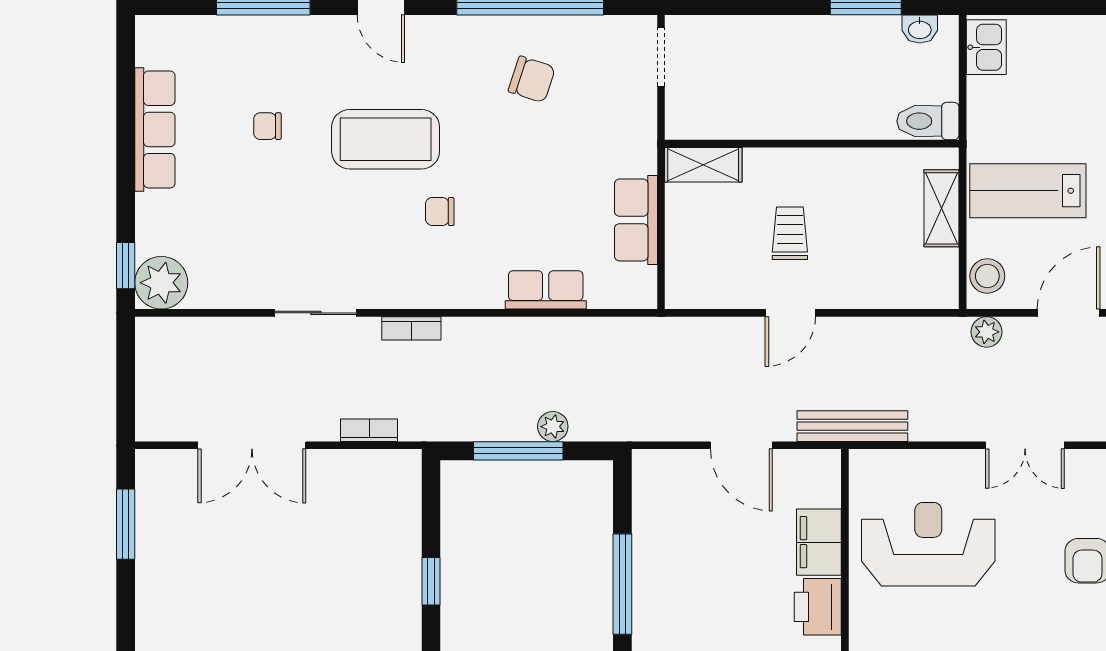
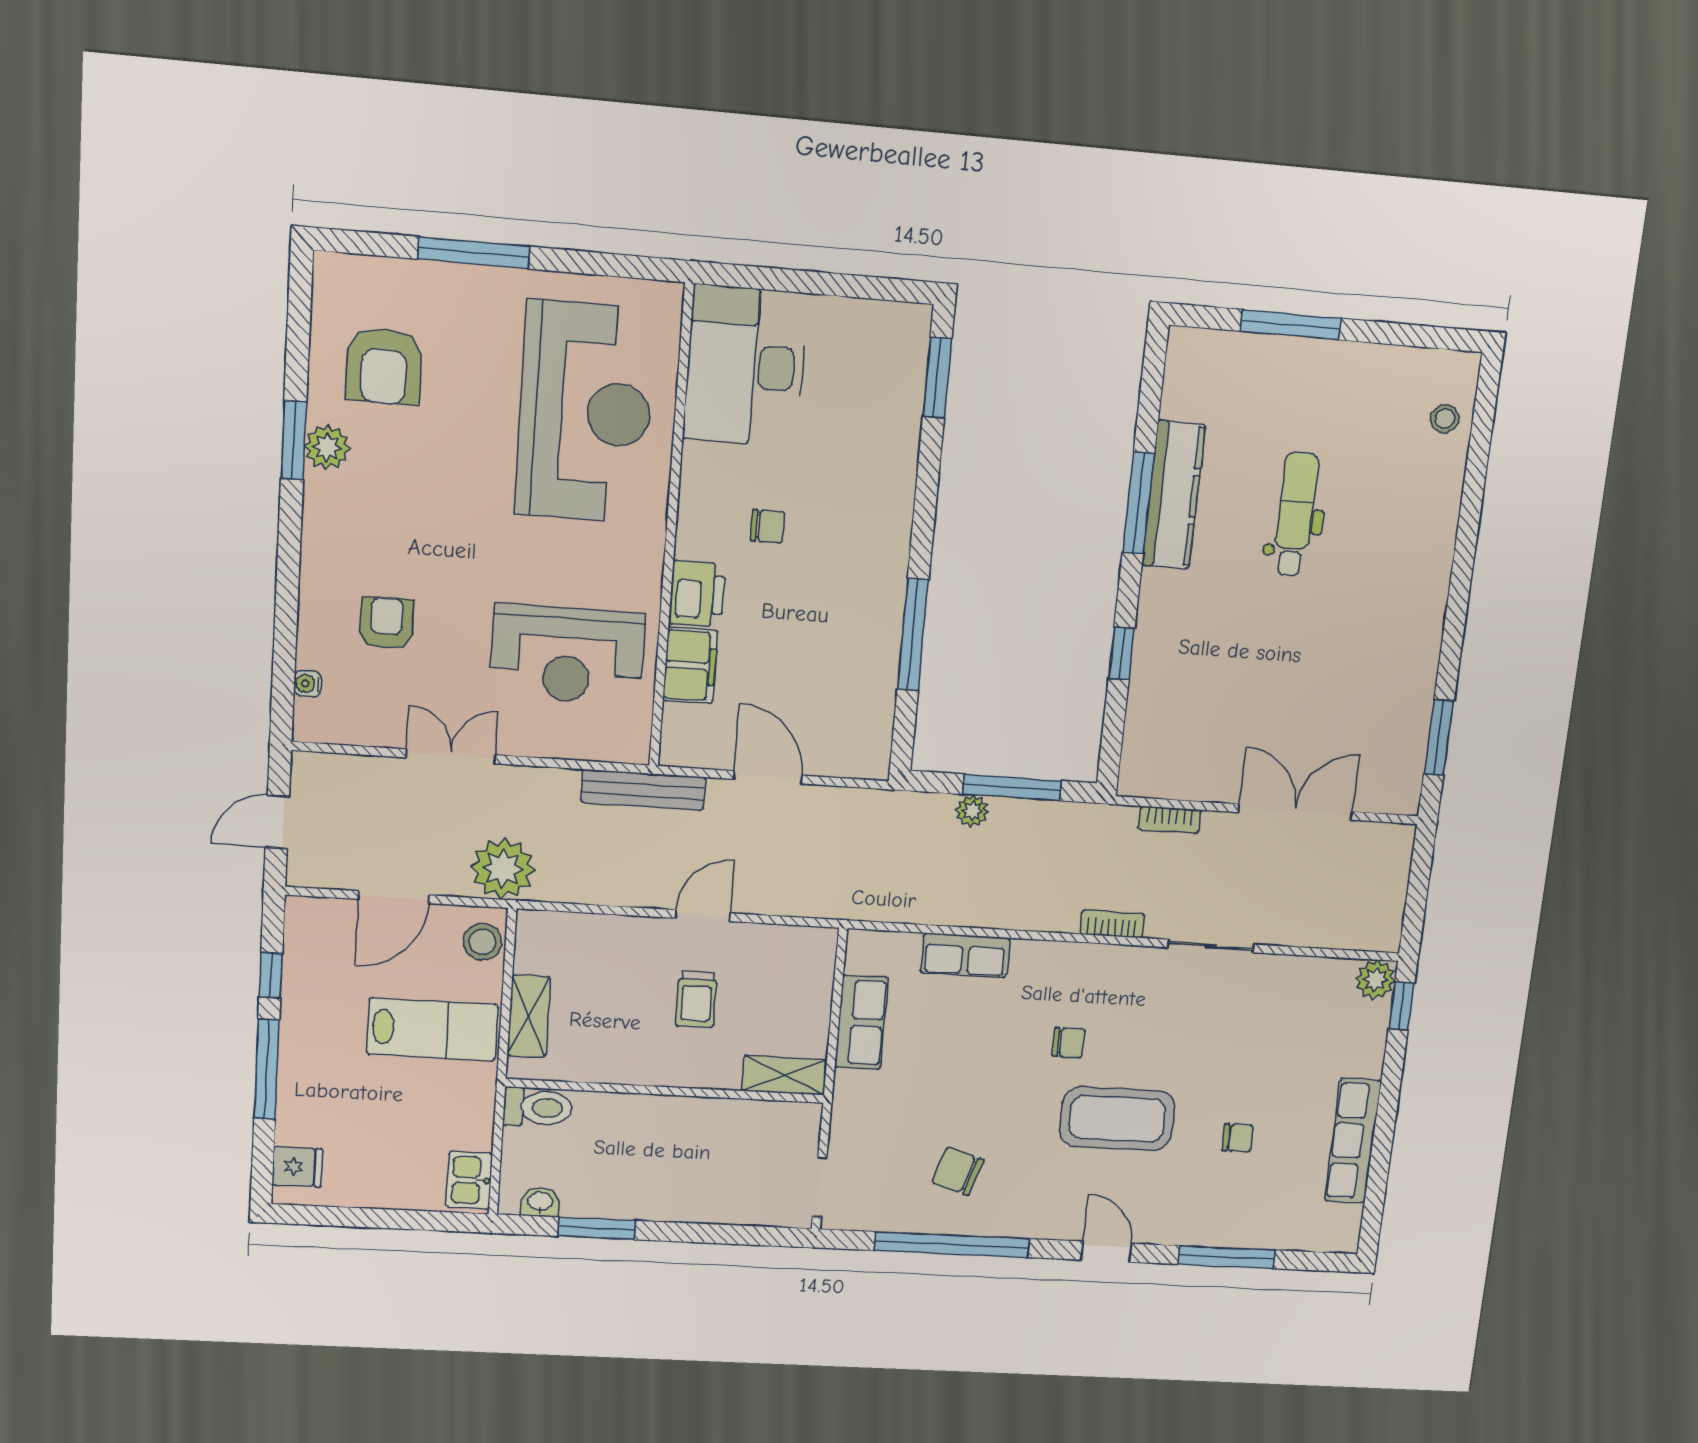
plant: (161, 283) -> (1376, 980), width x0.73, depth x0.73
plant: (987, 332) -> (503, 869), width x1.87, depth x1.87

